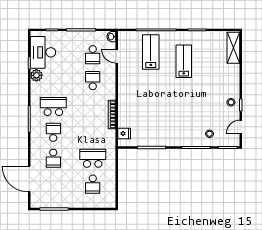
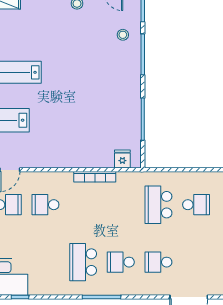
plant: (36, 75) -> (38, 287), removed
school desk: (53, 158) -> (158, 262), turned 180

